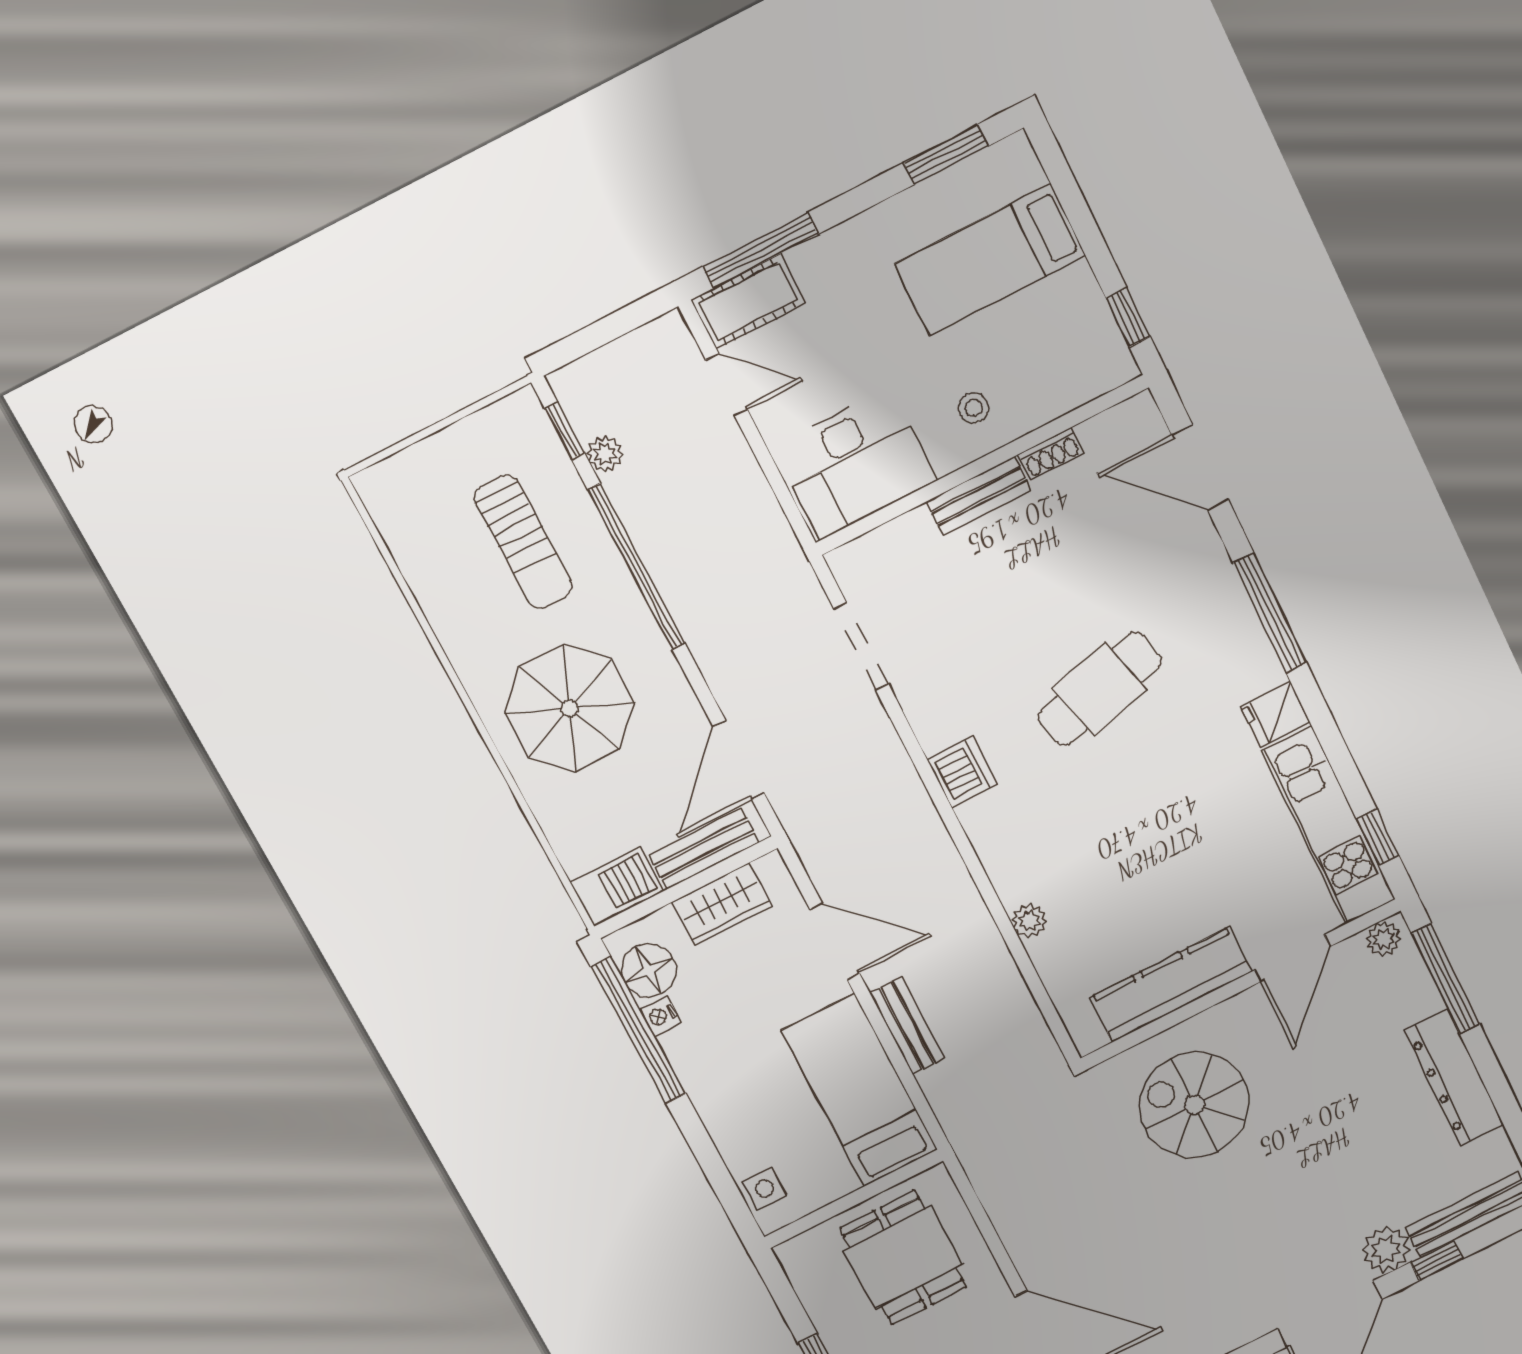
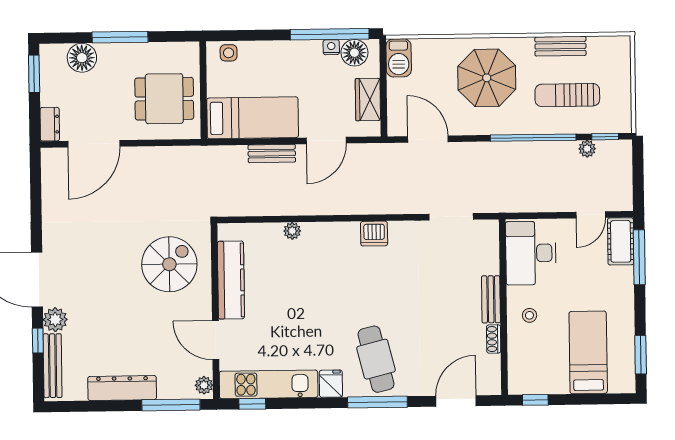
cafe table: (1100, 689) -> (376, 359), moved
bench: (704, 849) -> (560, 46), moved, turned 90

